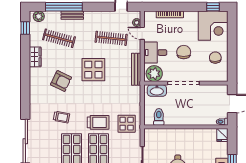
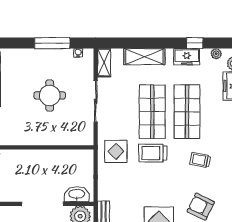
toilet: (159, 117) -> (74, 160), removed

